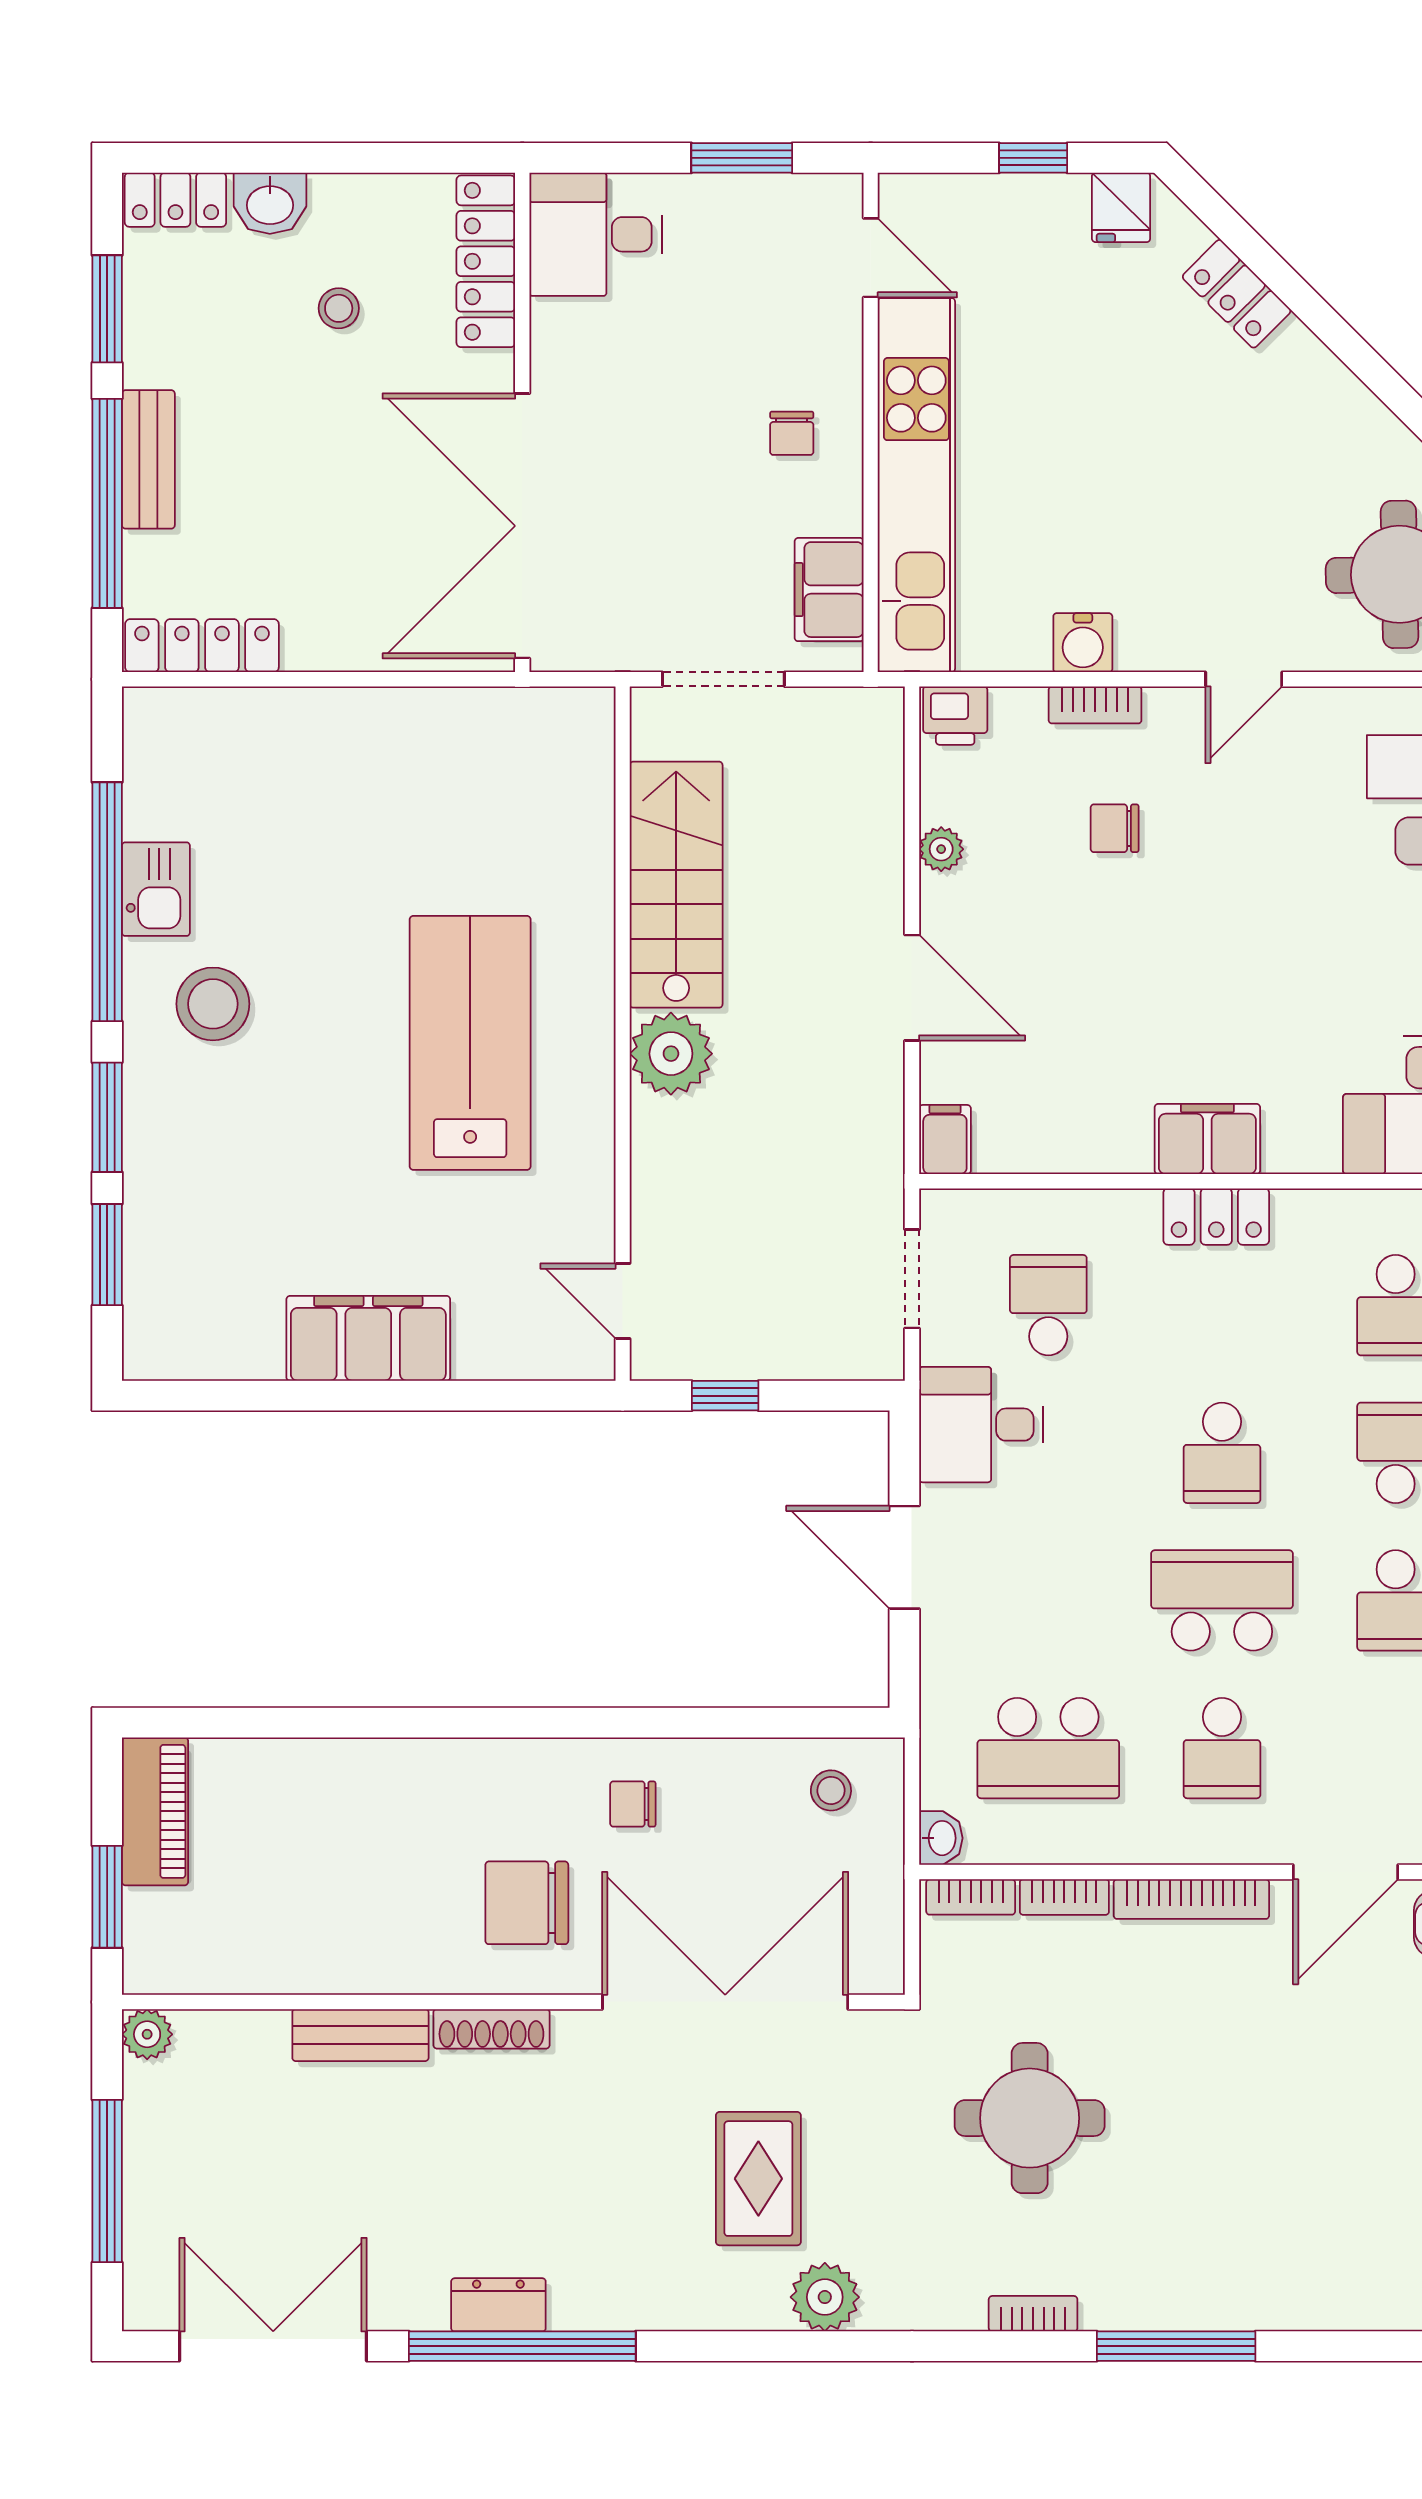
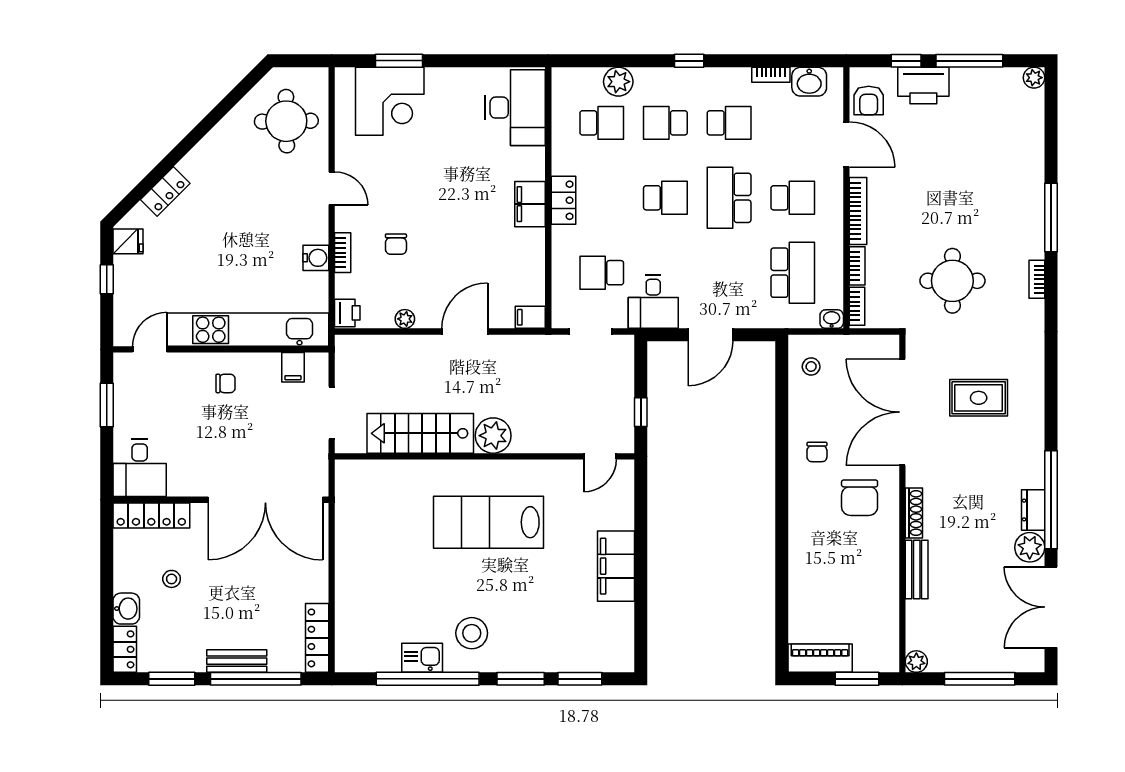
filing cabinet: (829, 590) -> (293, 367), width x0.50
plant: (825, 2297) -> (1030, 547), moved

